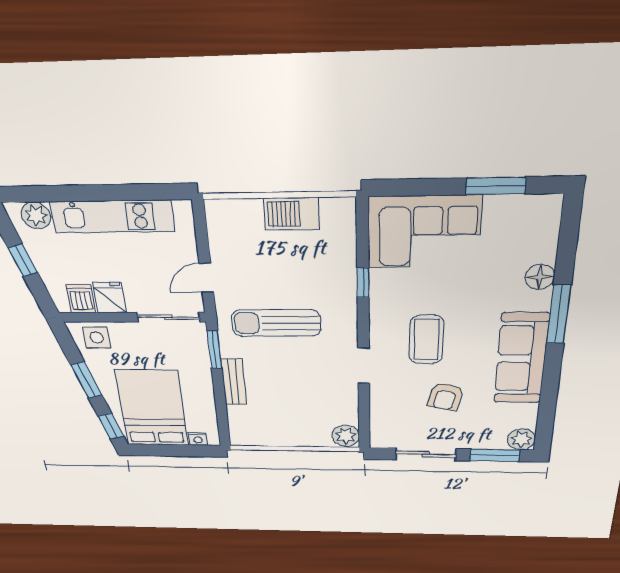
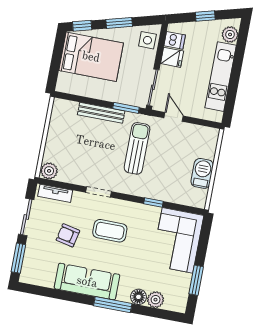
bench: (234, 382) -> (101, 113), width x1.36
tv unit: (380, 423) -> (55, 193), added
nightstand: (198, 439) -> (63, 78), removed
plant: (521, 439) -> (156, 300), moved

